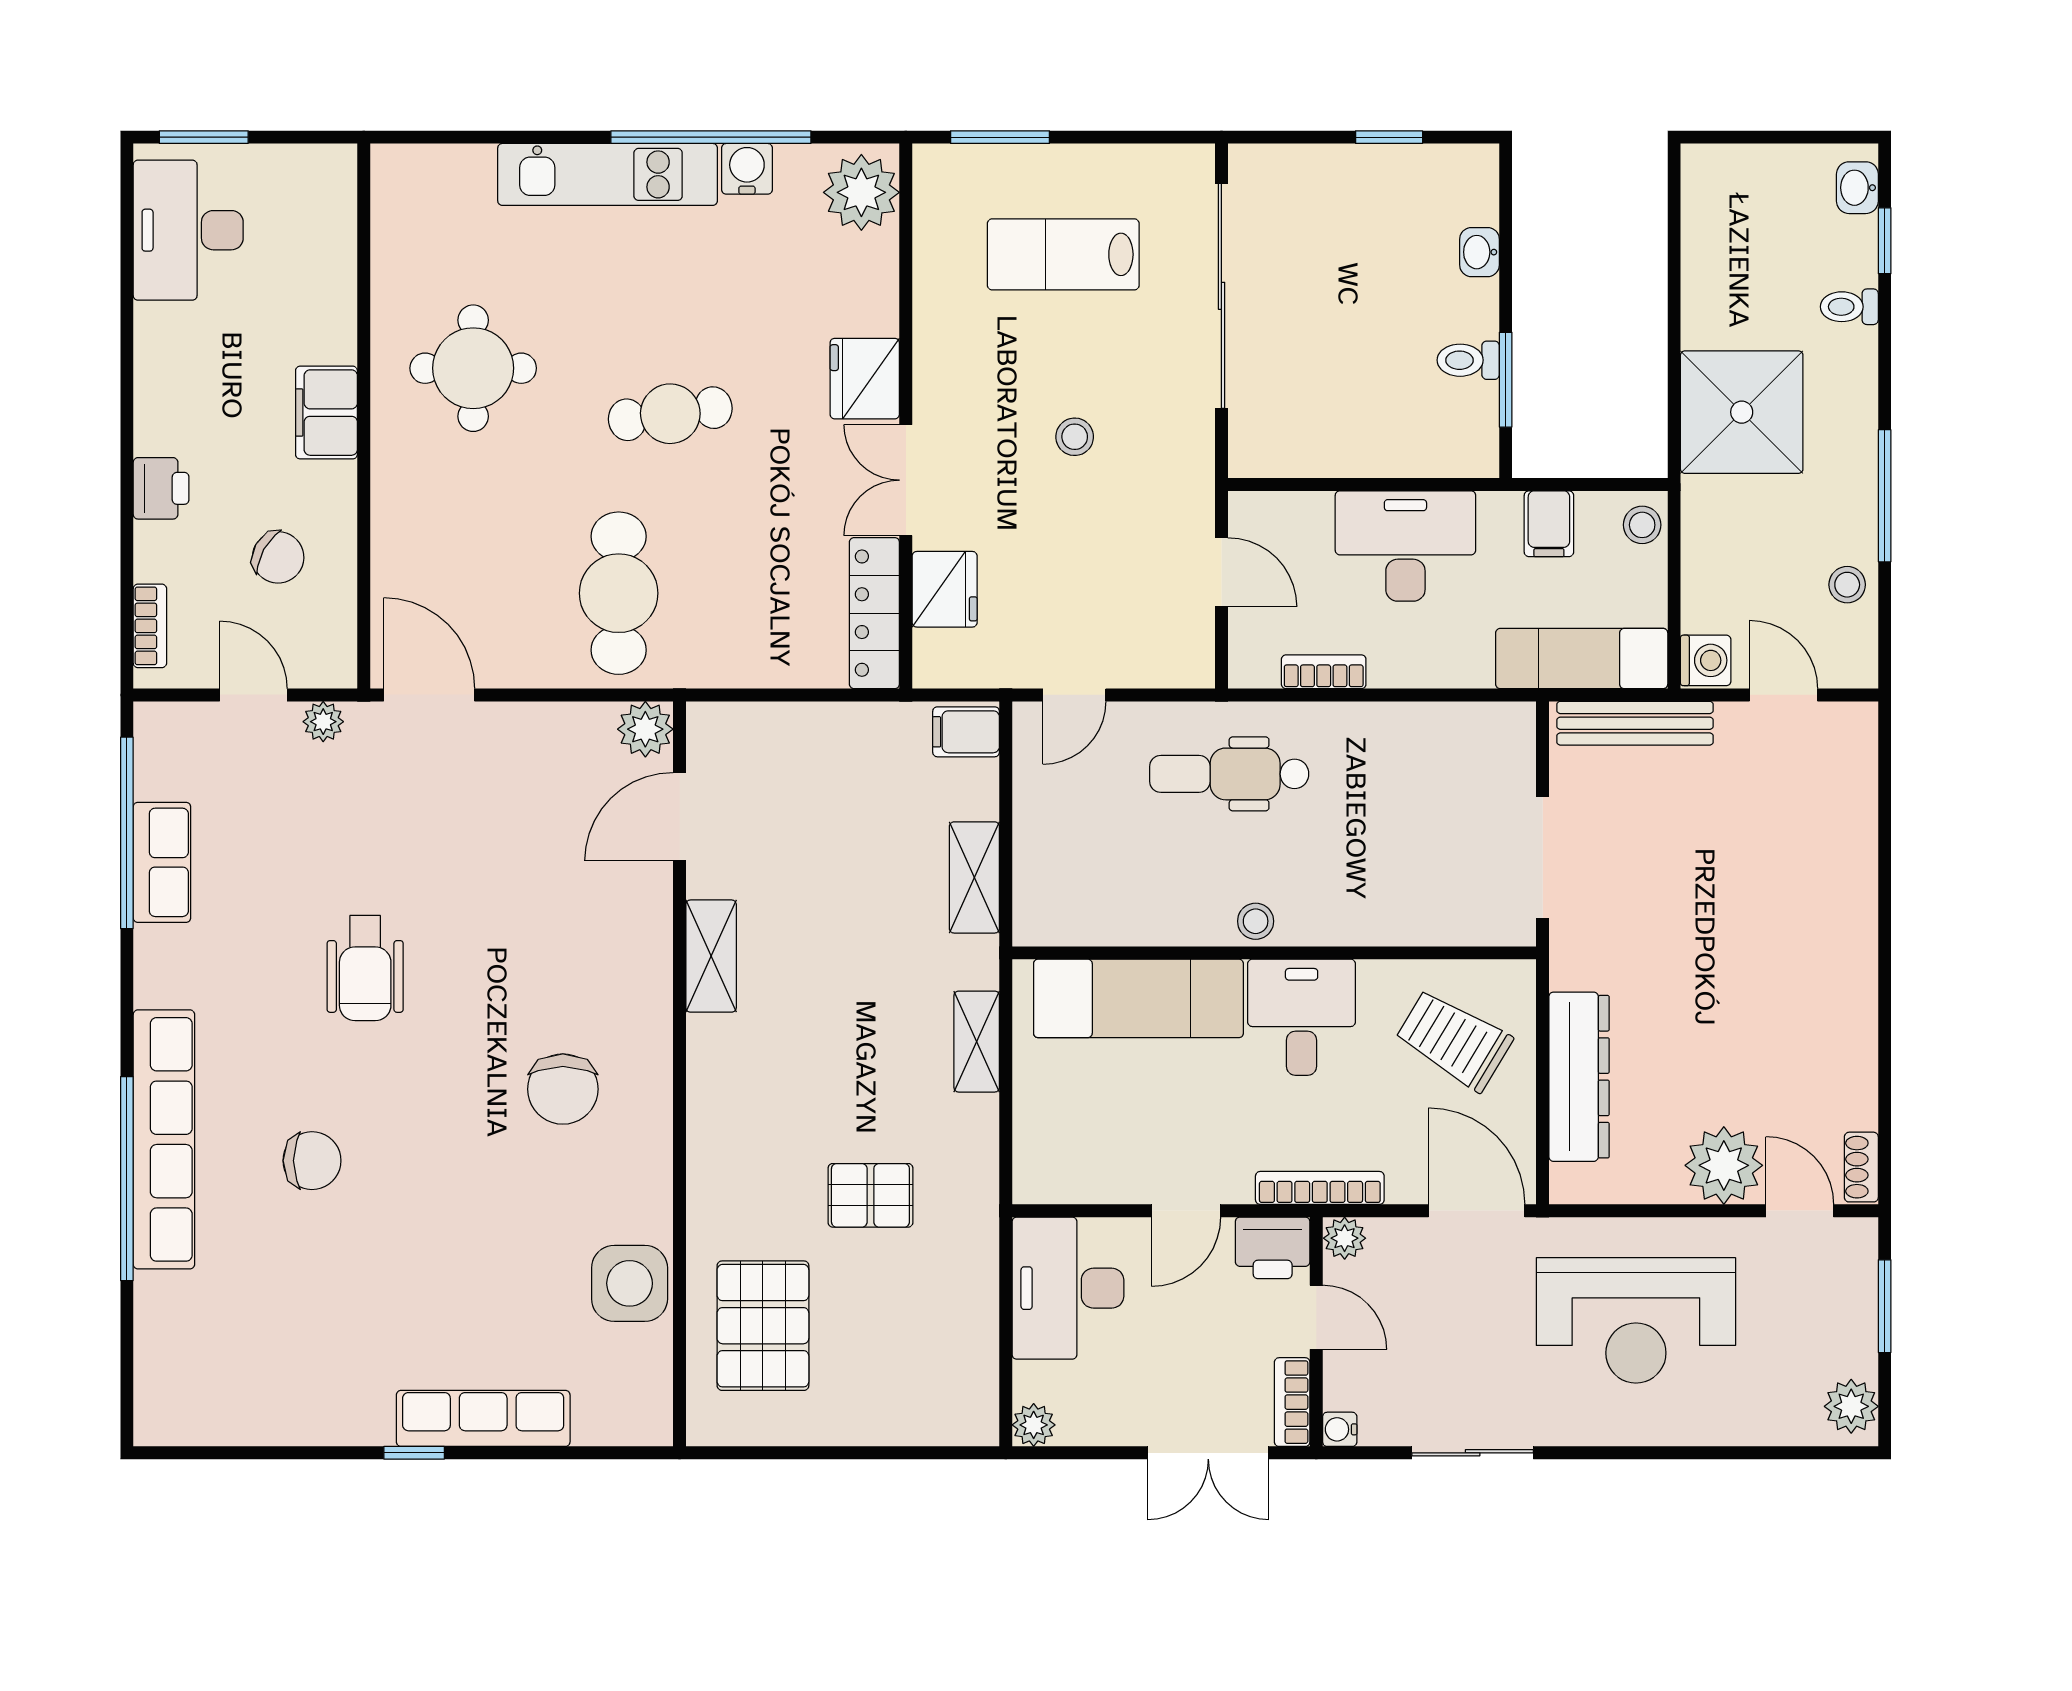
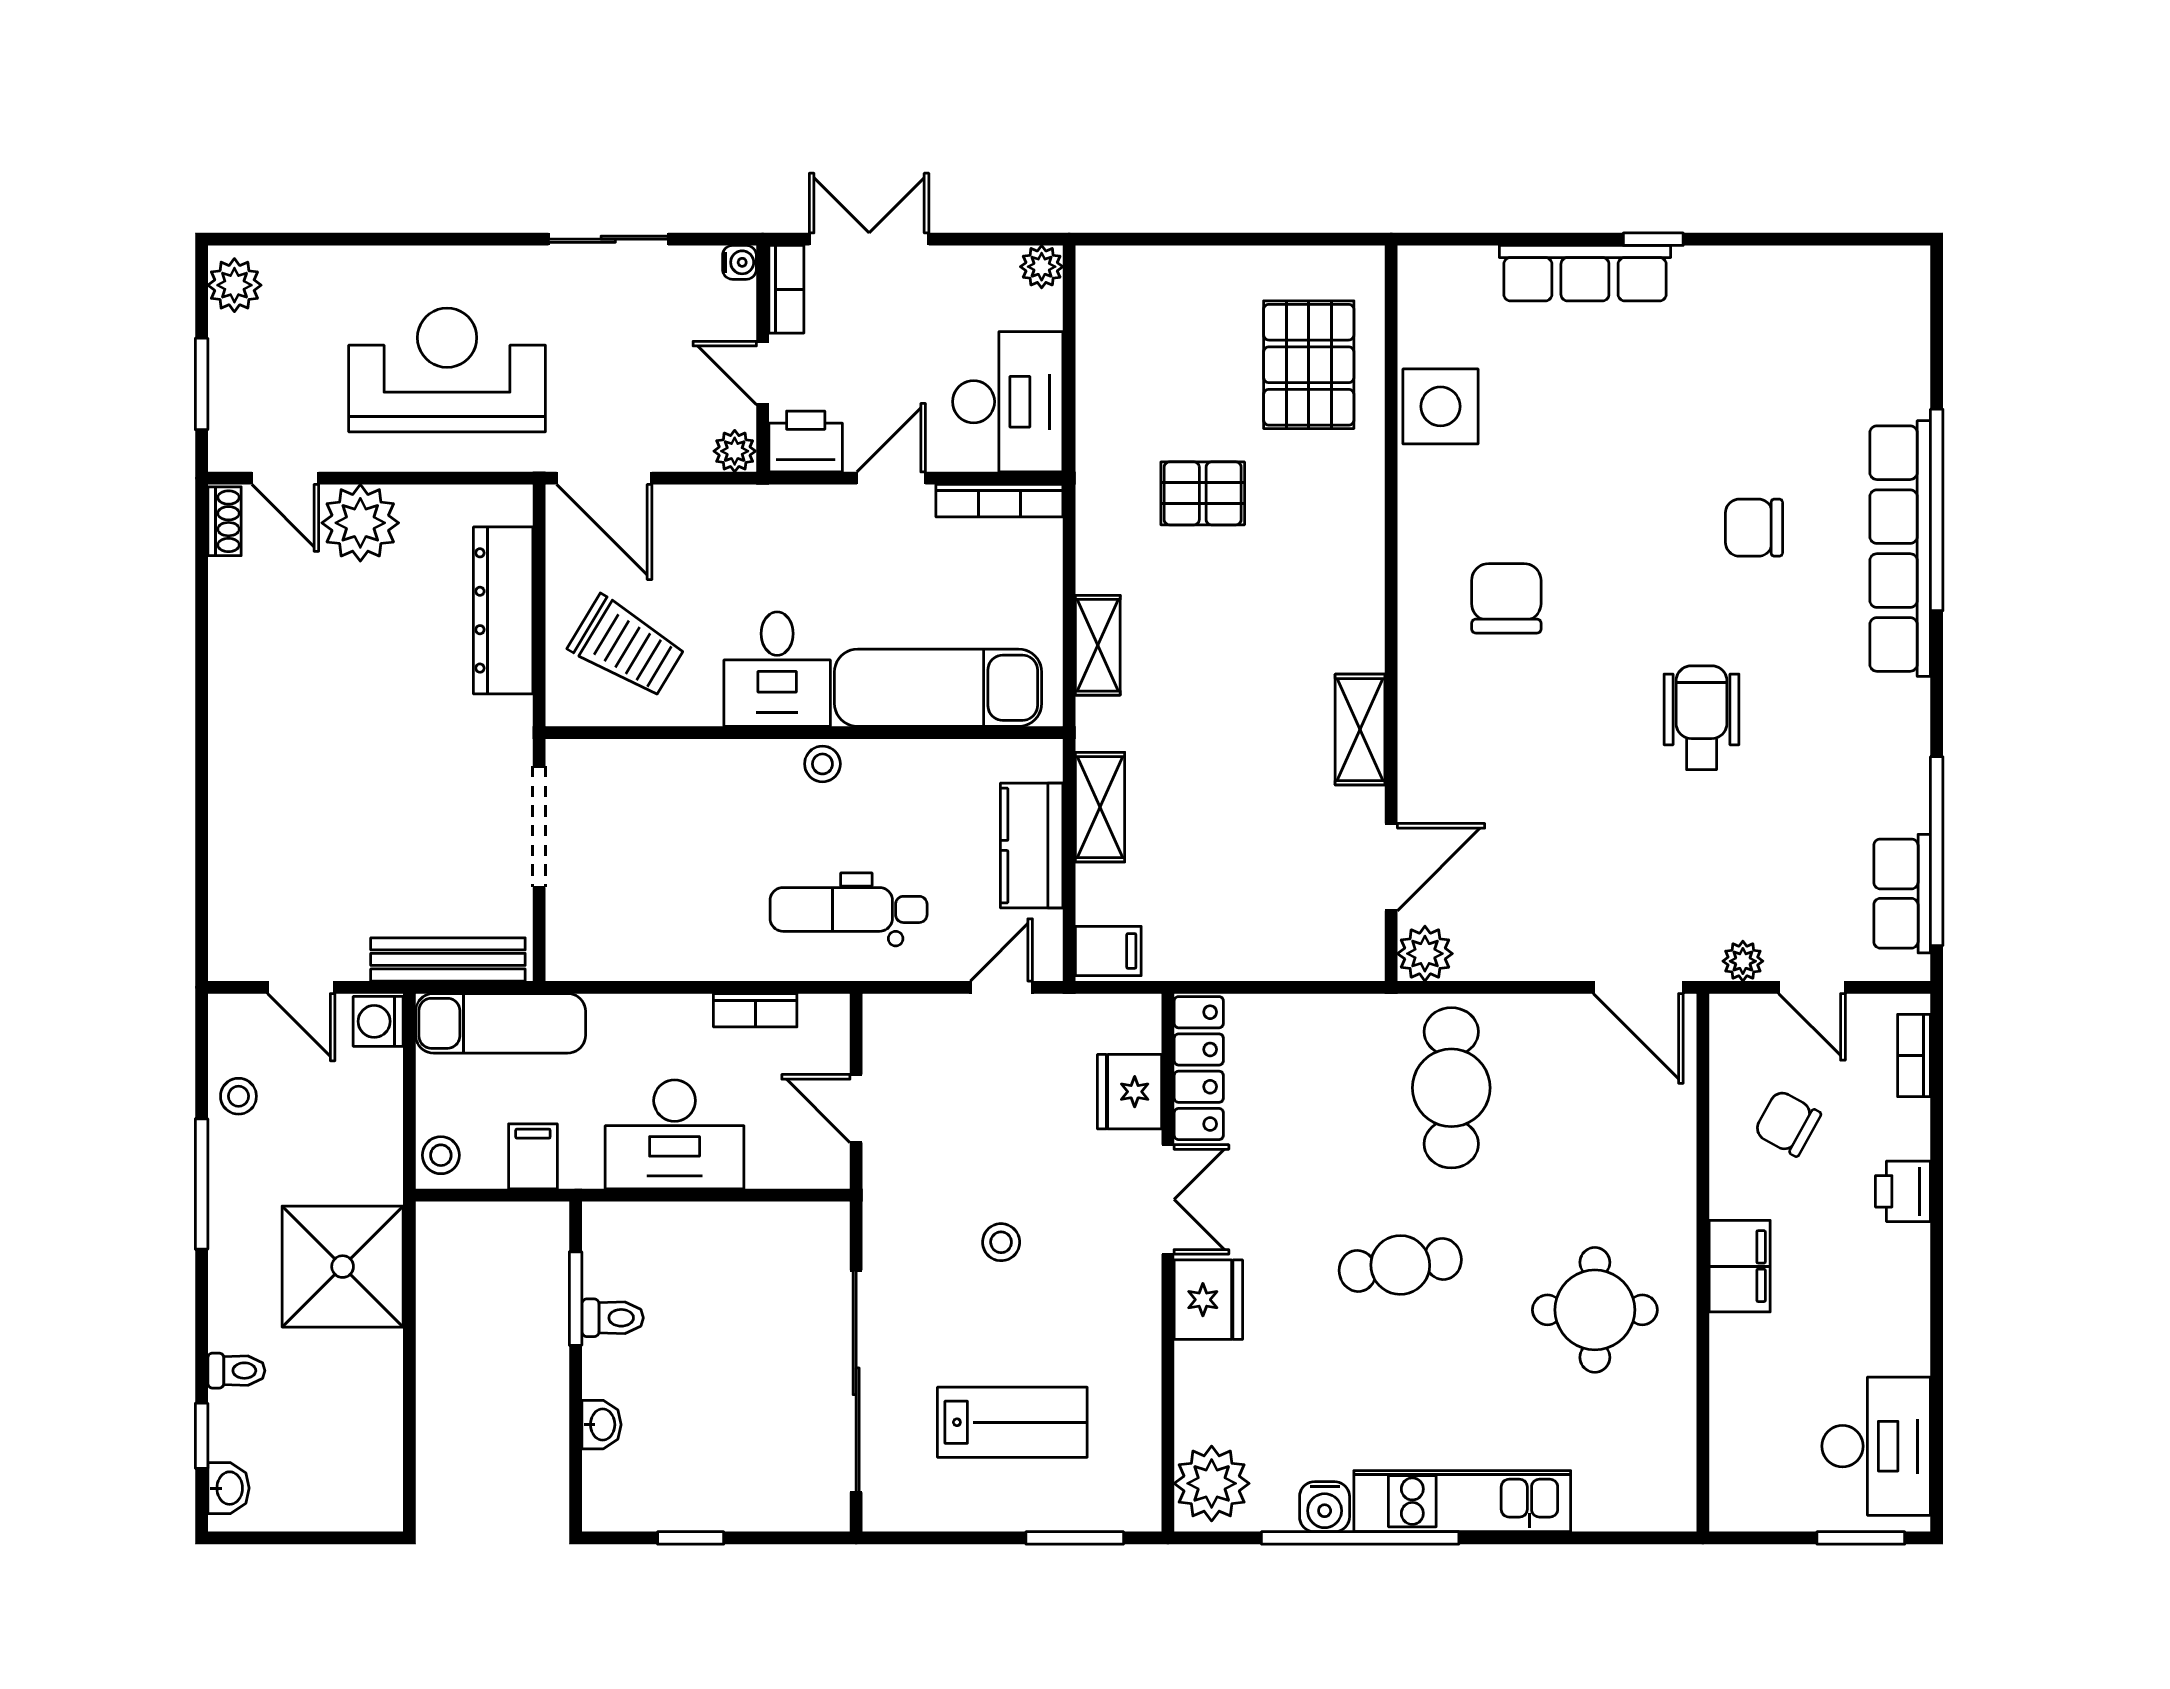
dental chair: (1229, 774) -> (849, 909), turned 180
kitchen counter: (1044, 839) -> (1032, 845), added
row of seats: (162, 862) -> (1902, 894), moved
bookcase: (1320, 1188) -> (999, 501), moved

